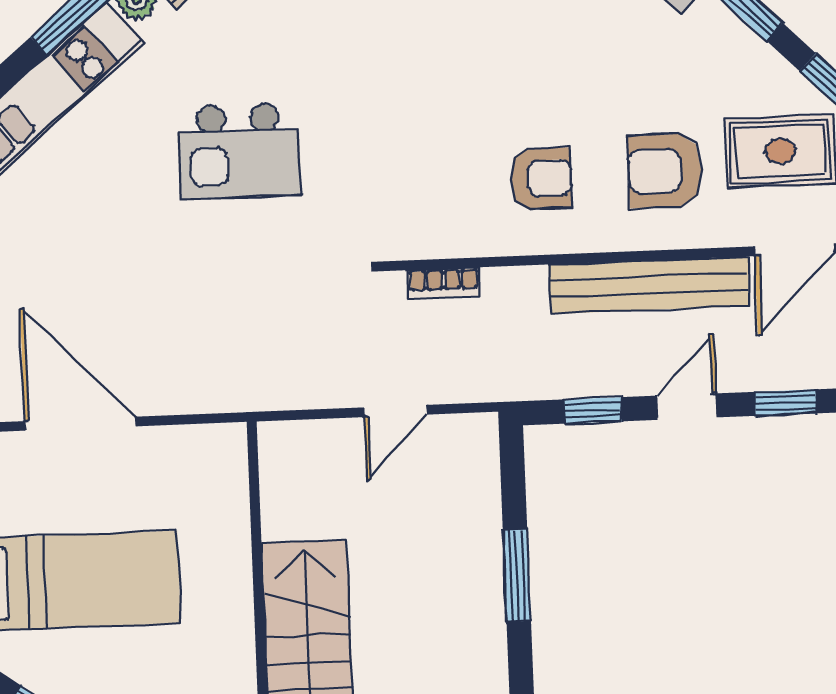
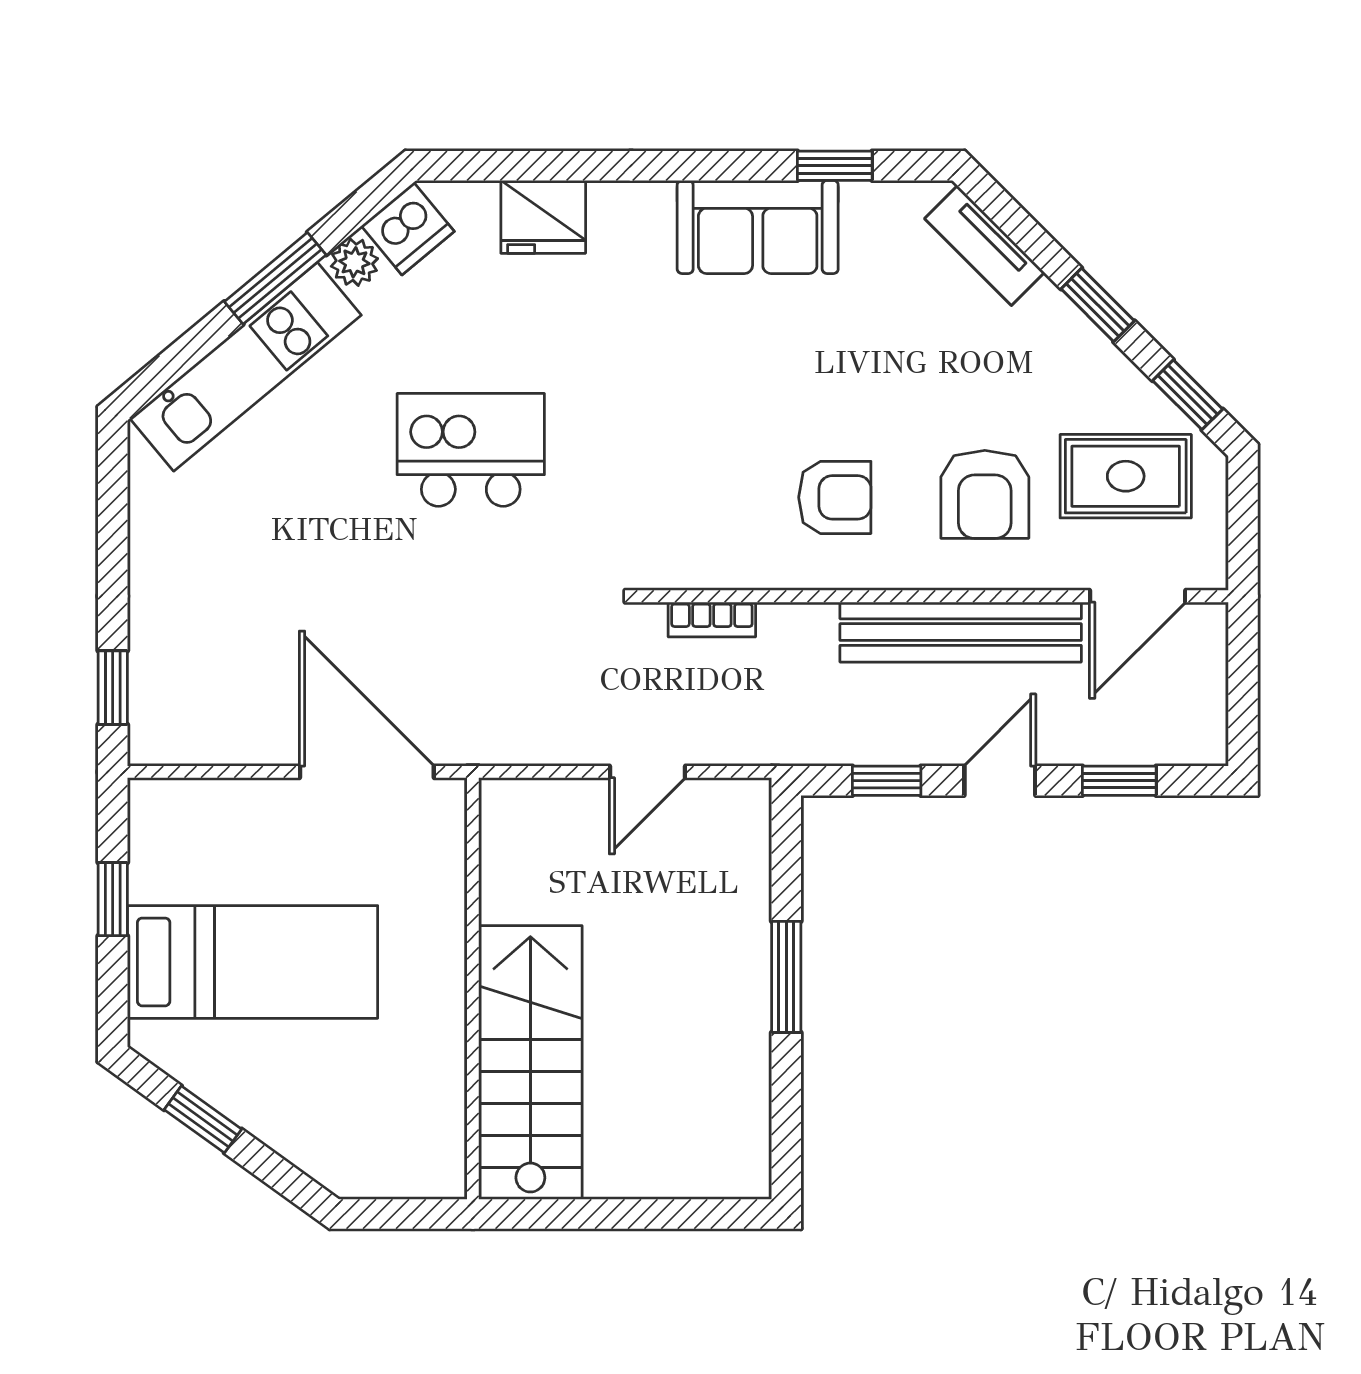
kitchen island: (239, 151) -> (471, 450), turned 180
armchair: (665, 171) -> (985, 494), turned -90
door: (81, 424) -> (367, 772), moved

